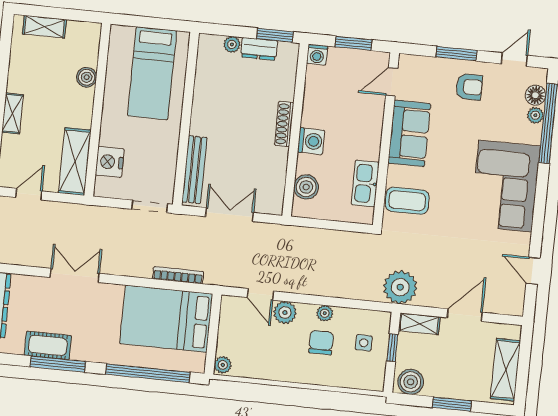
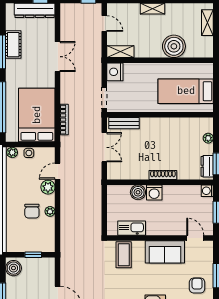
dresser: (259, 49) -> (207, 166), moved
boiler: (87, 77) -> (174, 46), width x1.86, depth x1.86
armchair: (469, 87) -> (197, 286), turned 180
shelving: (75, 162) -> (120, 52), width x0.67, depth x0.75
nightstand: (110, 162) -> (115, 72), moved, turned -90
bench: (194, 170) -> (124, 123), width x0.73
boiler: (306, 187) -> (138, 192), moved
plant: (400, 287) -> (71, 256), removed
shelving: (419, 324) -> (49, 270), removed
chair: (321, 342) -> (32, 211), turned 90
side table: (364, 343) -> (29, 153), moved

